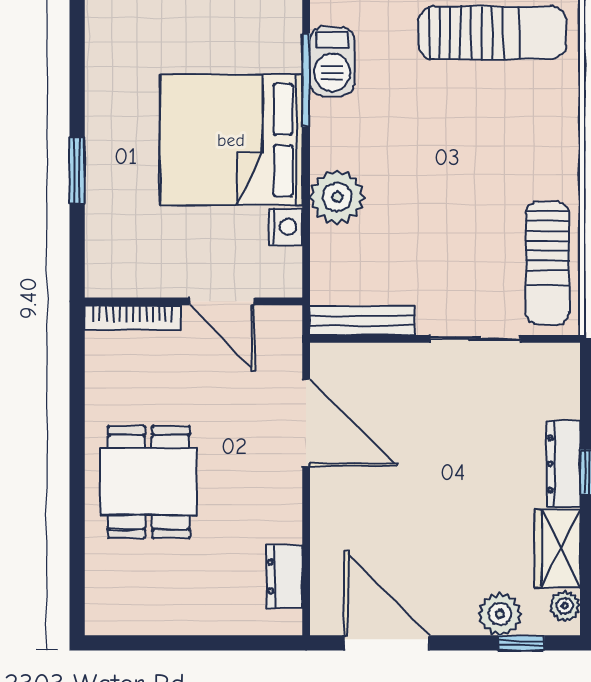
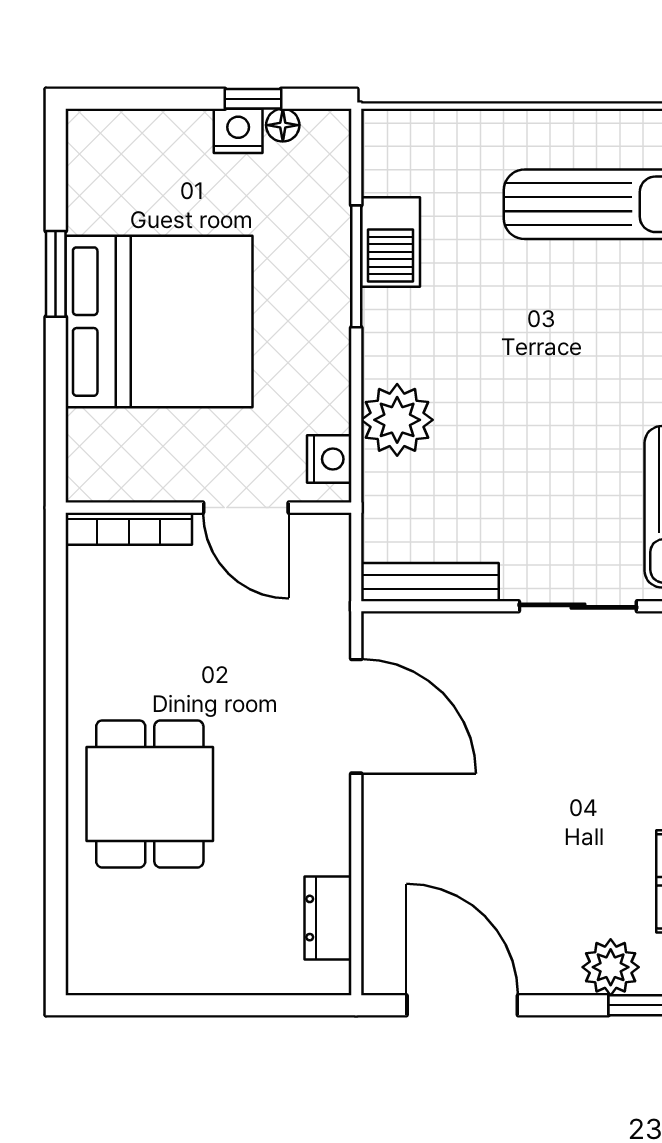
bed: (231, 140) -> (159, 322), moved, turned 180
window: (77, 171) -> (56, 274), moved
wall: (193, 301) -> (208, 508), moved
door: (222, 301) -> (246, 508), moved
bookcase: (133, 317) -> (129, 529), moved

